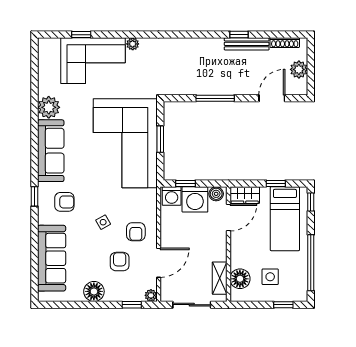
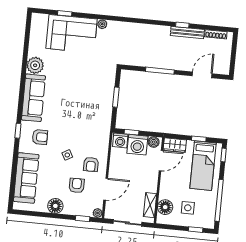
plant: (299, 69) -> (224, 55), removed
corner sofa: (125, 143) -> (90, 98), removed

